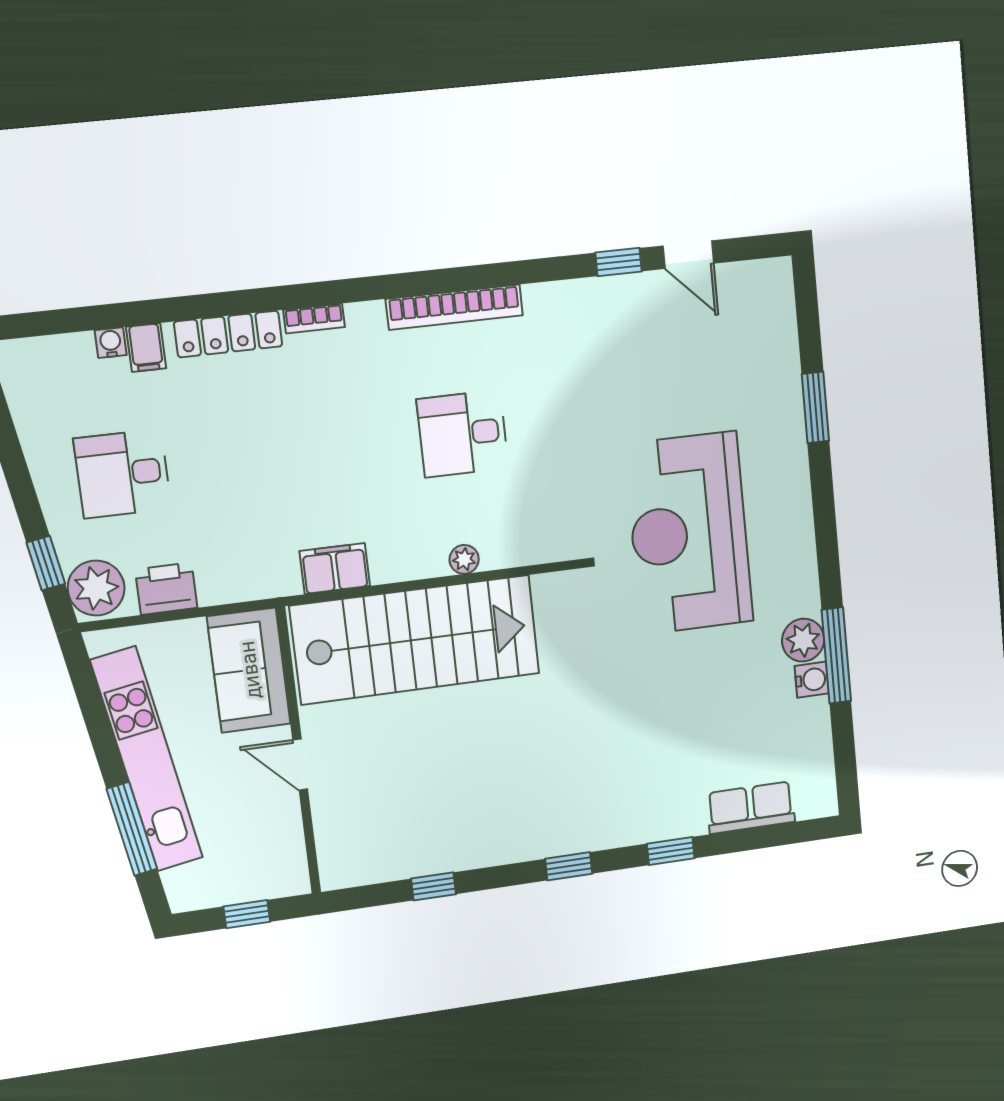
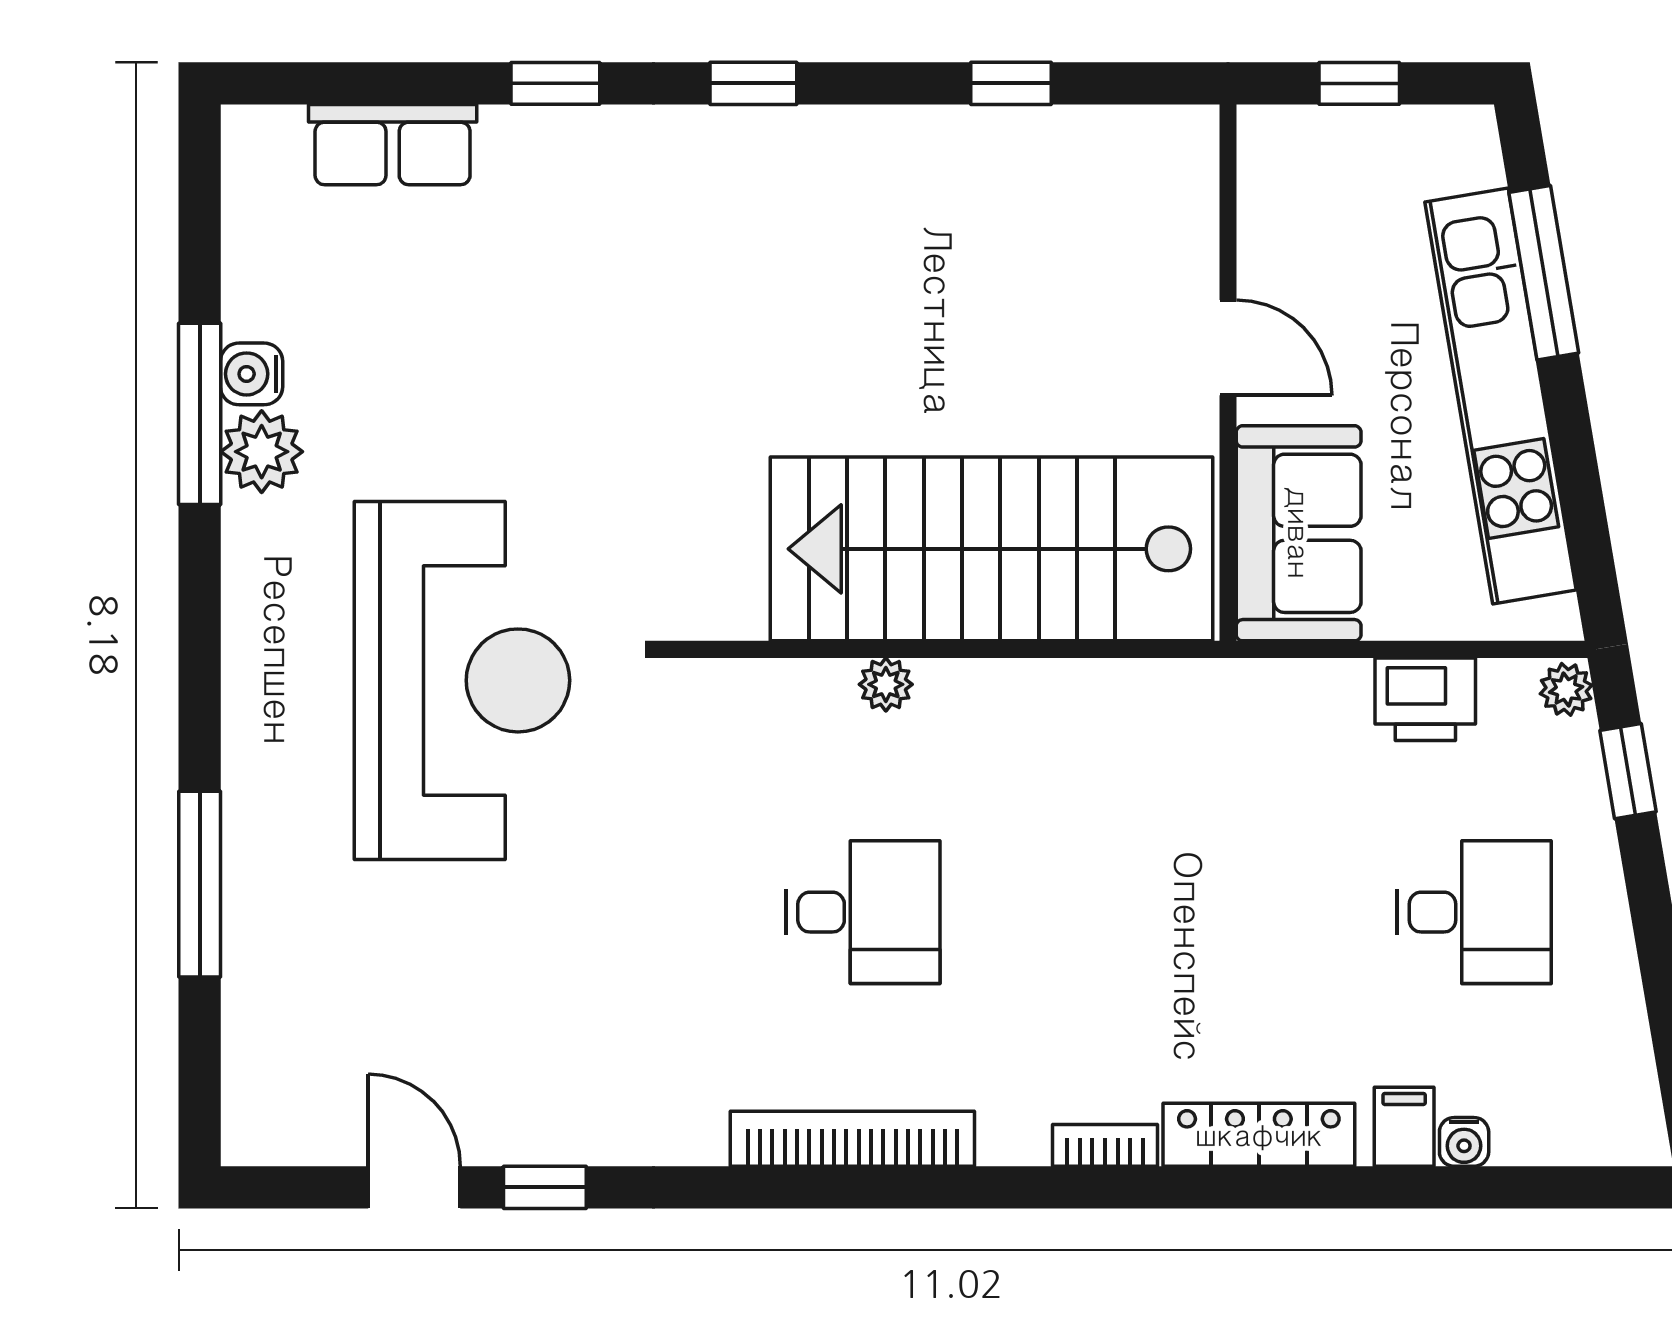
window: (815, 407) -> (200, 884), width x1.44
filing cabinet: (335, 569) -> (1122, 697), removed
plant: (96, 588) -> (1566, 689), width x0.53, depth x0.53

